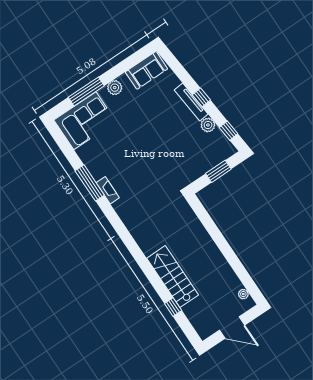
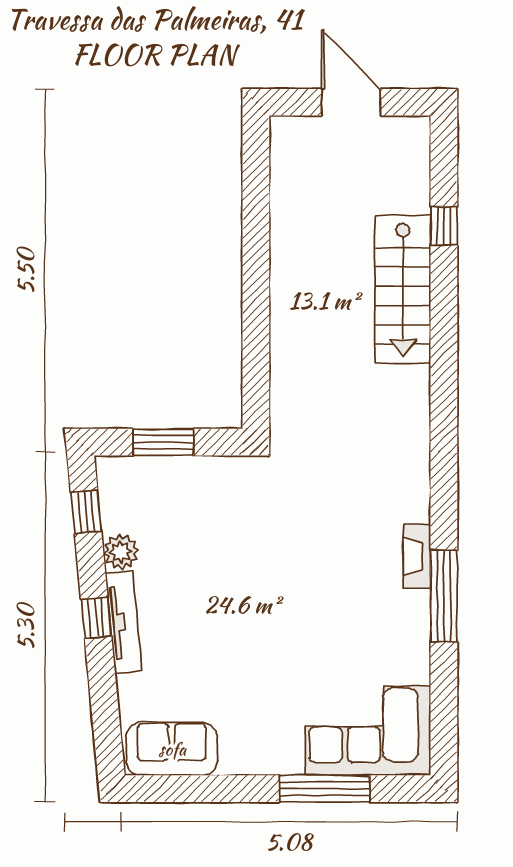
plant: (115, 88) -> (261, 757), removed
plant: (243, 294) -> (282, 156), removed

